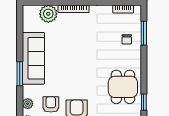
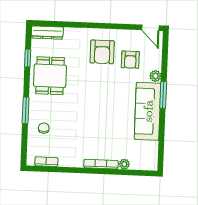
plant: (48, 14) -> (124, 164), width x0.53, depth x0.53
window: (144, 33) -> (26, 110), moved
plant: (28, 104) -> (155, 76), moved

